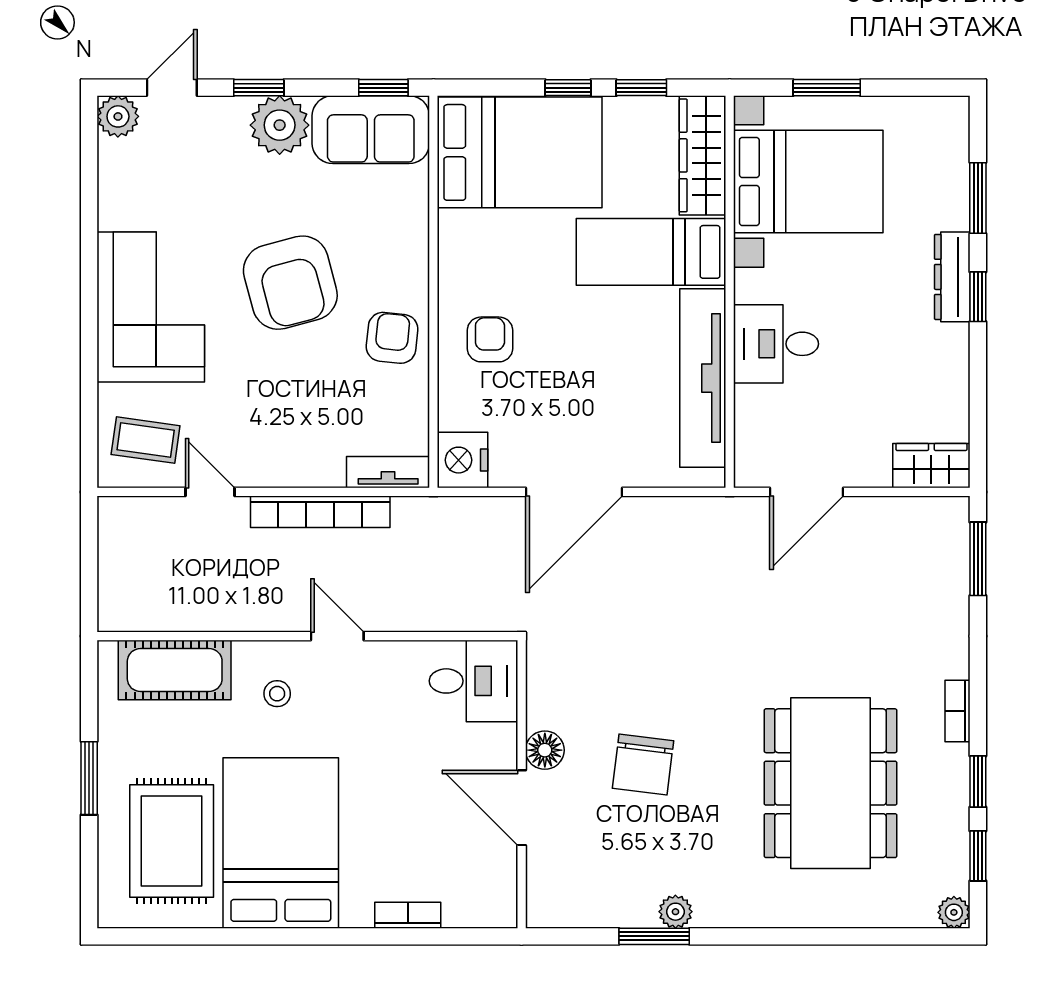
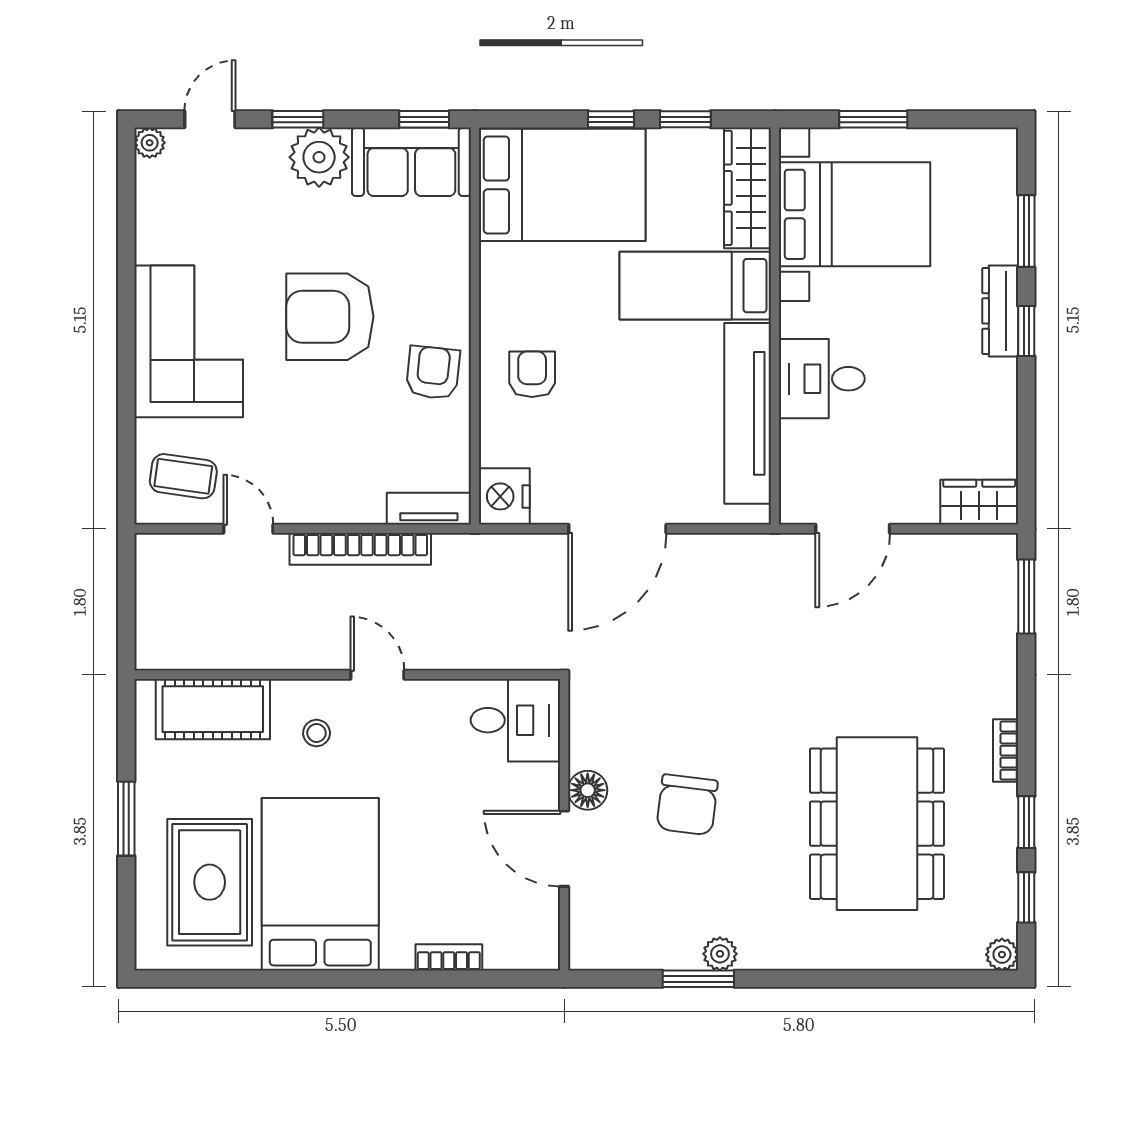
plant: (118, 116) -> (150, 143), width x0.73, depth x0.73
armchair: (290, 283) -> (330, 317), turned 105

